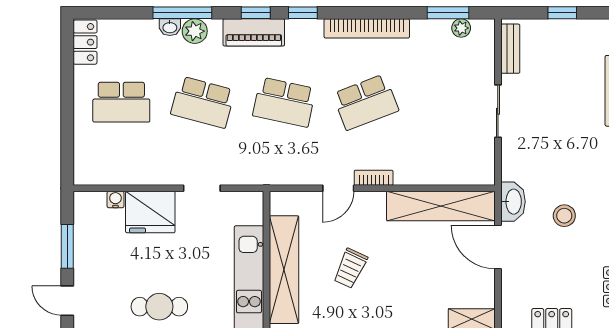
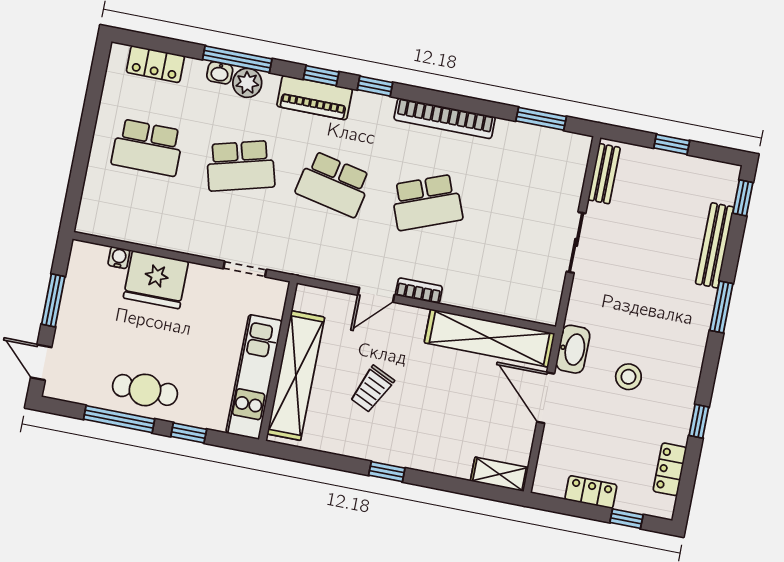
plant: (461, 28) -> (553, 139), removed
locker: (85, 42) -> (155, 64), moved, turned 90
school desk: (203, 102) -> (241, 166), turned -30
doorway: (202, 188) -> (245, 269), moved

